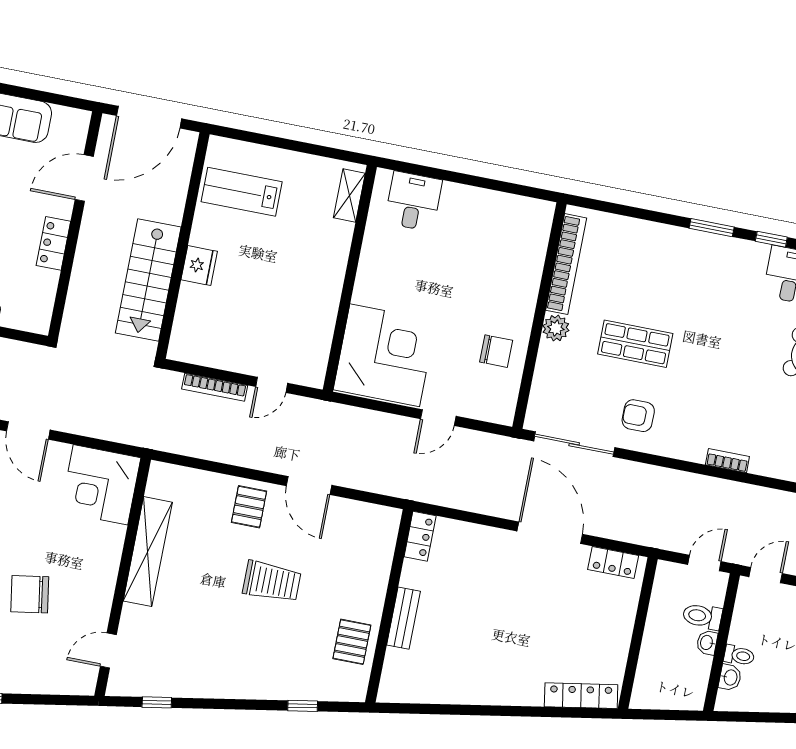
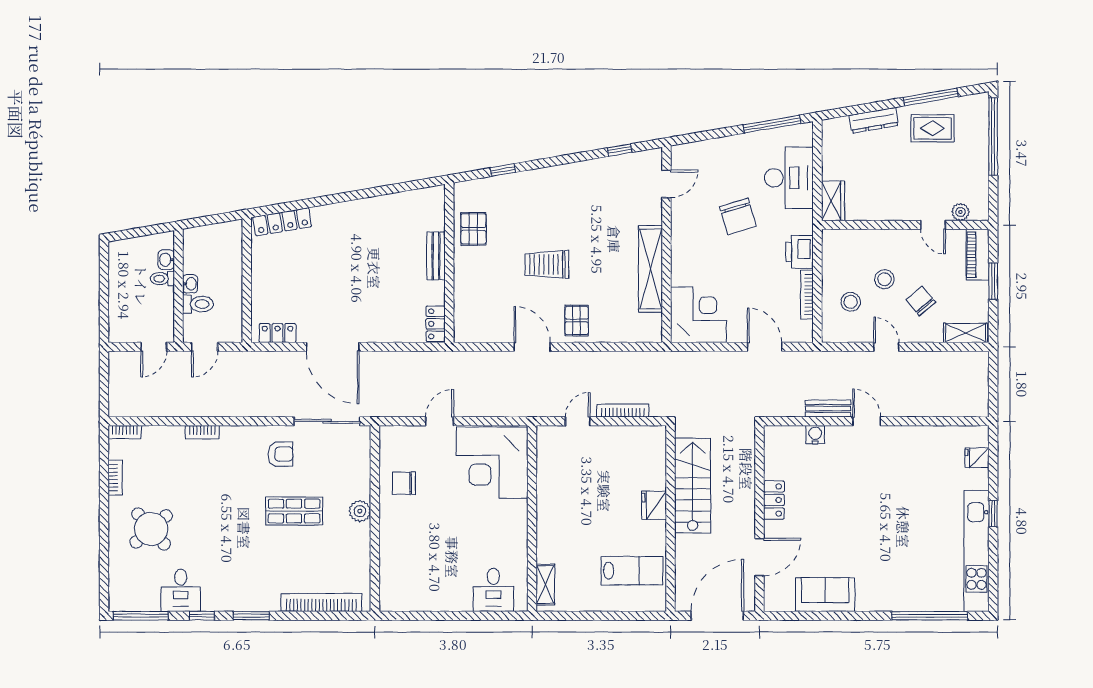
bookcase: (566, 264) -> (321, 602), moved, turned 90
chair: (30, 594) -> (738, 216), turned 82

